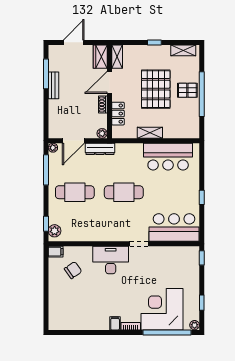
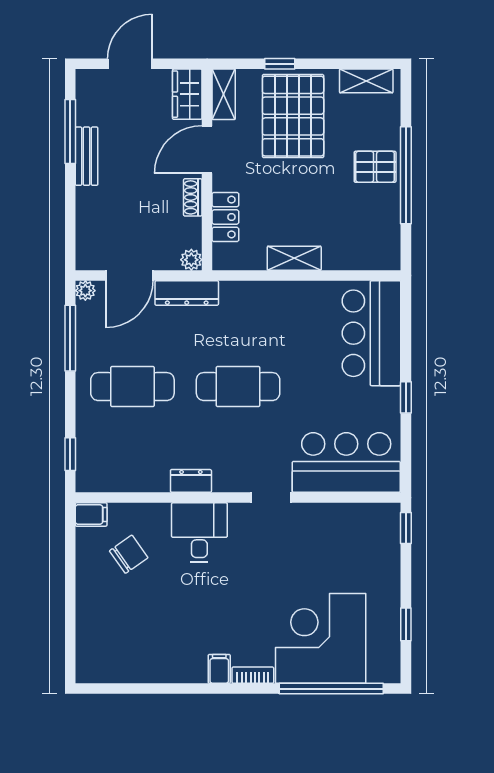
window: (154, 42) -> (280, 64), moved
pallet: (156, 89) -> (293, 116), moved
bar counter: (168, 157) -> (371, 333), moved, turned 90
plant: (55, 231) -> (89, 470), removed
dresser: (102, 236) -> (191, 481), added
desk: (111, 260) -> (199, 533), width x0.73
plant: (195, 325) -> (390, 673), removed

